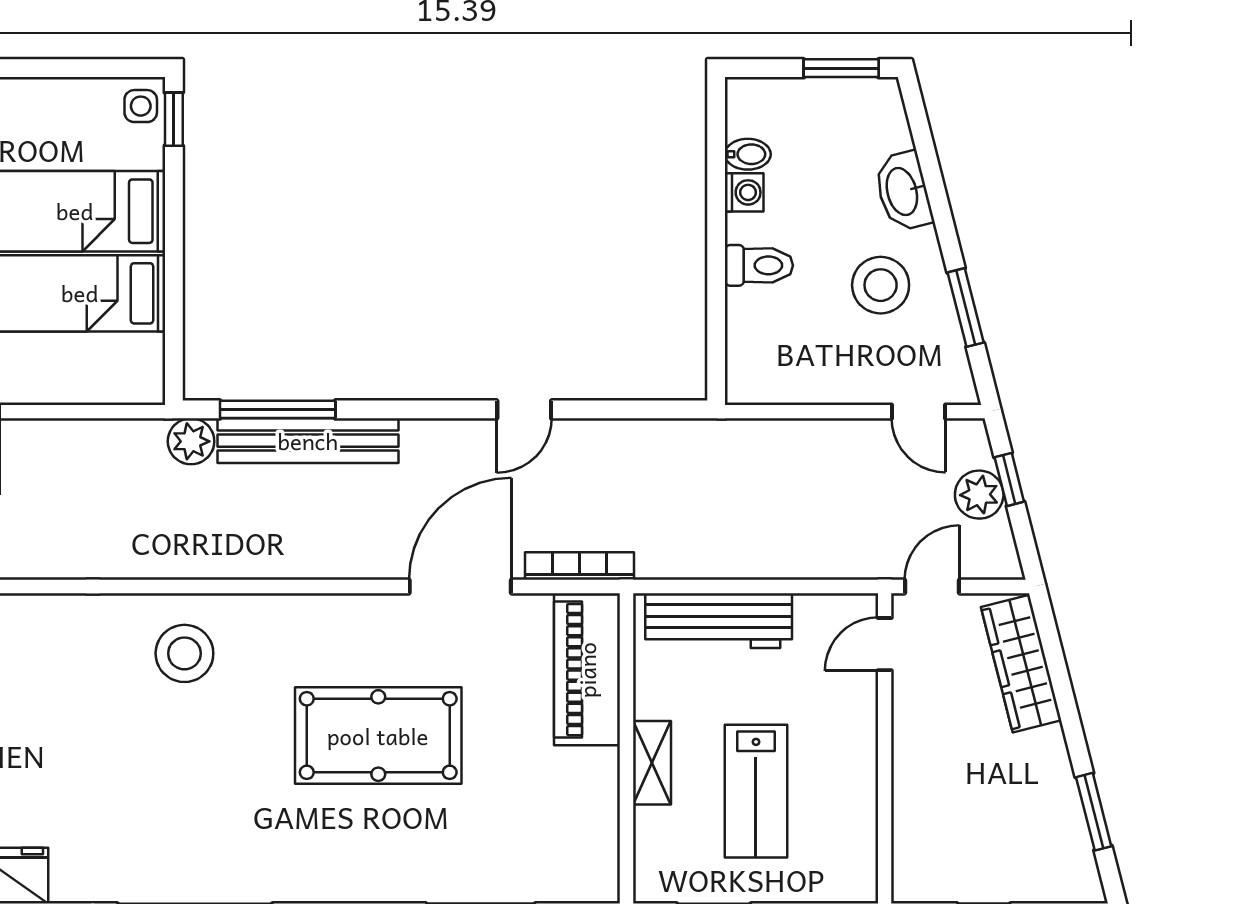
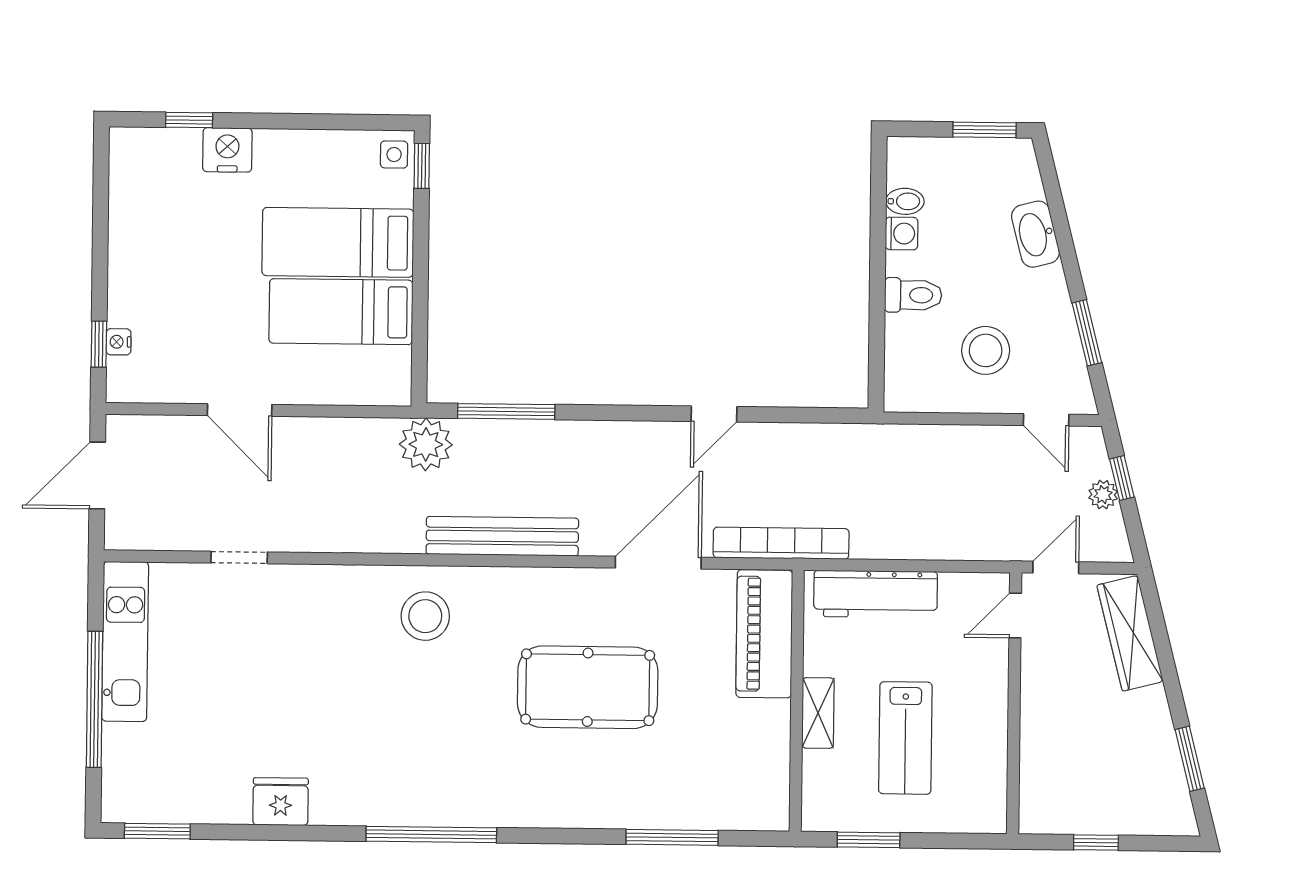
stool: (881, 285) -> (986, 350), moved
plant: (191, 441) -> (426, 444), width x1.36, depth x1.36
bench: (308, 441) -> (502, 536), moved
plant: (979, 495) -> (1103, 495), width x0.73, depth x0.73
bookcase: (580, 566) -> (781, 543), width x1.48, depth x1.31

